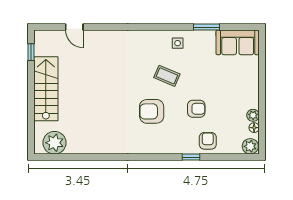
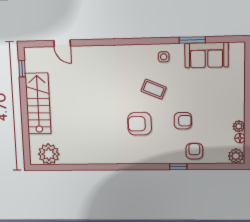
sofa: (238, 42) -> (207, 55), moved

